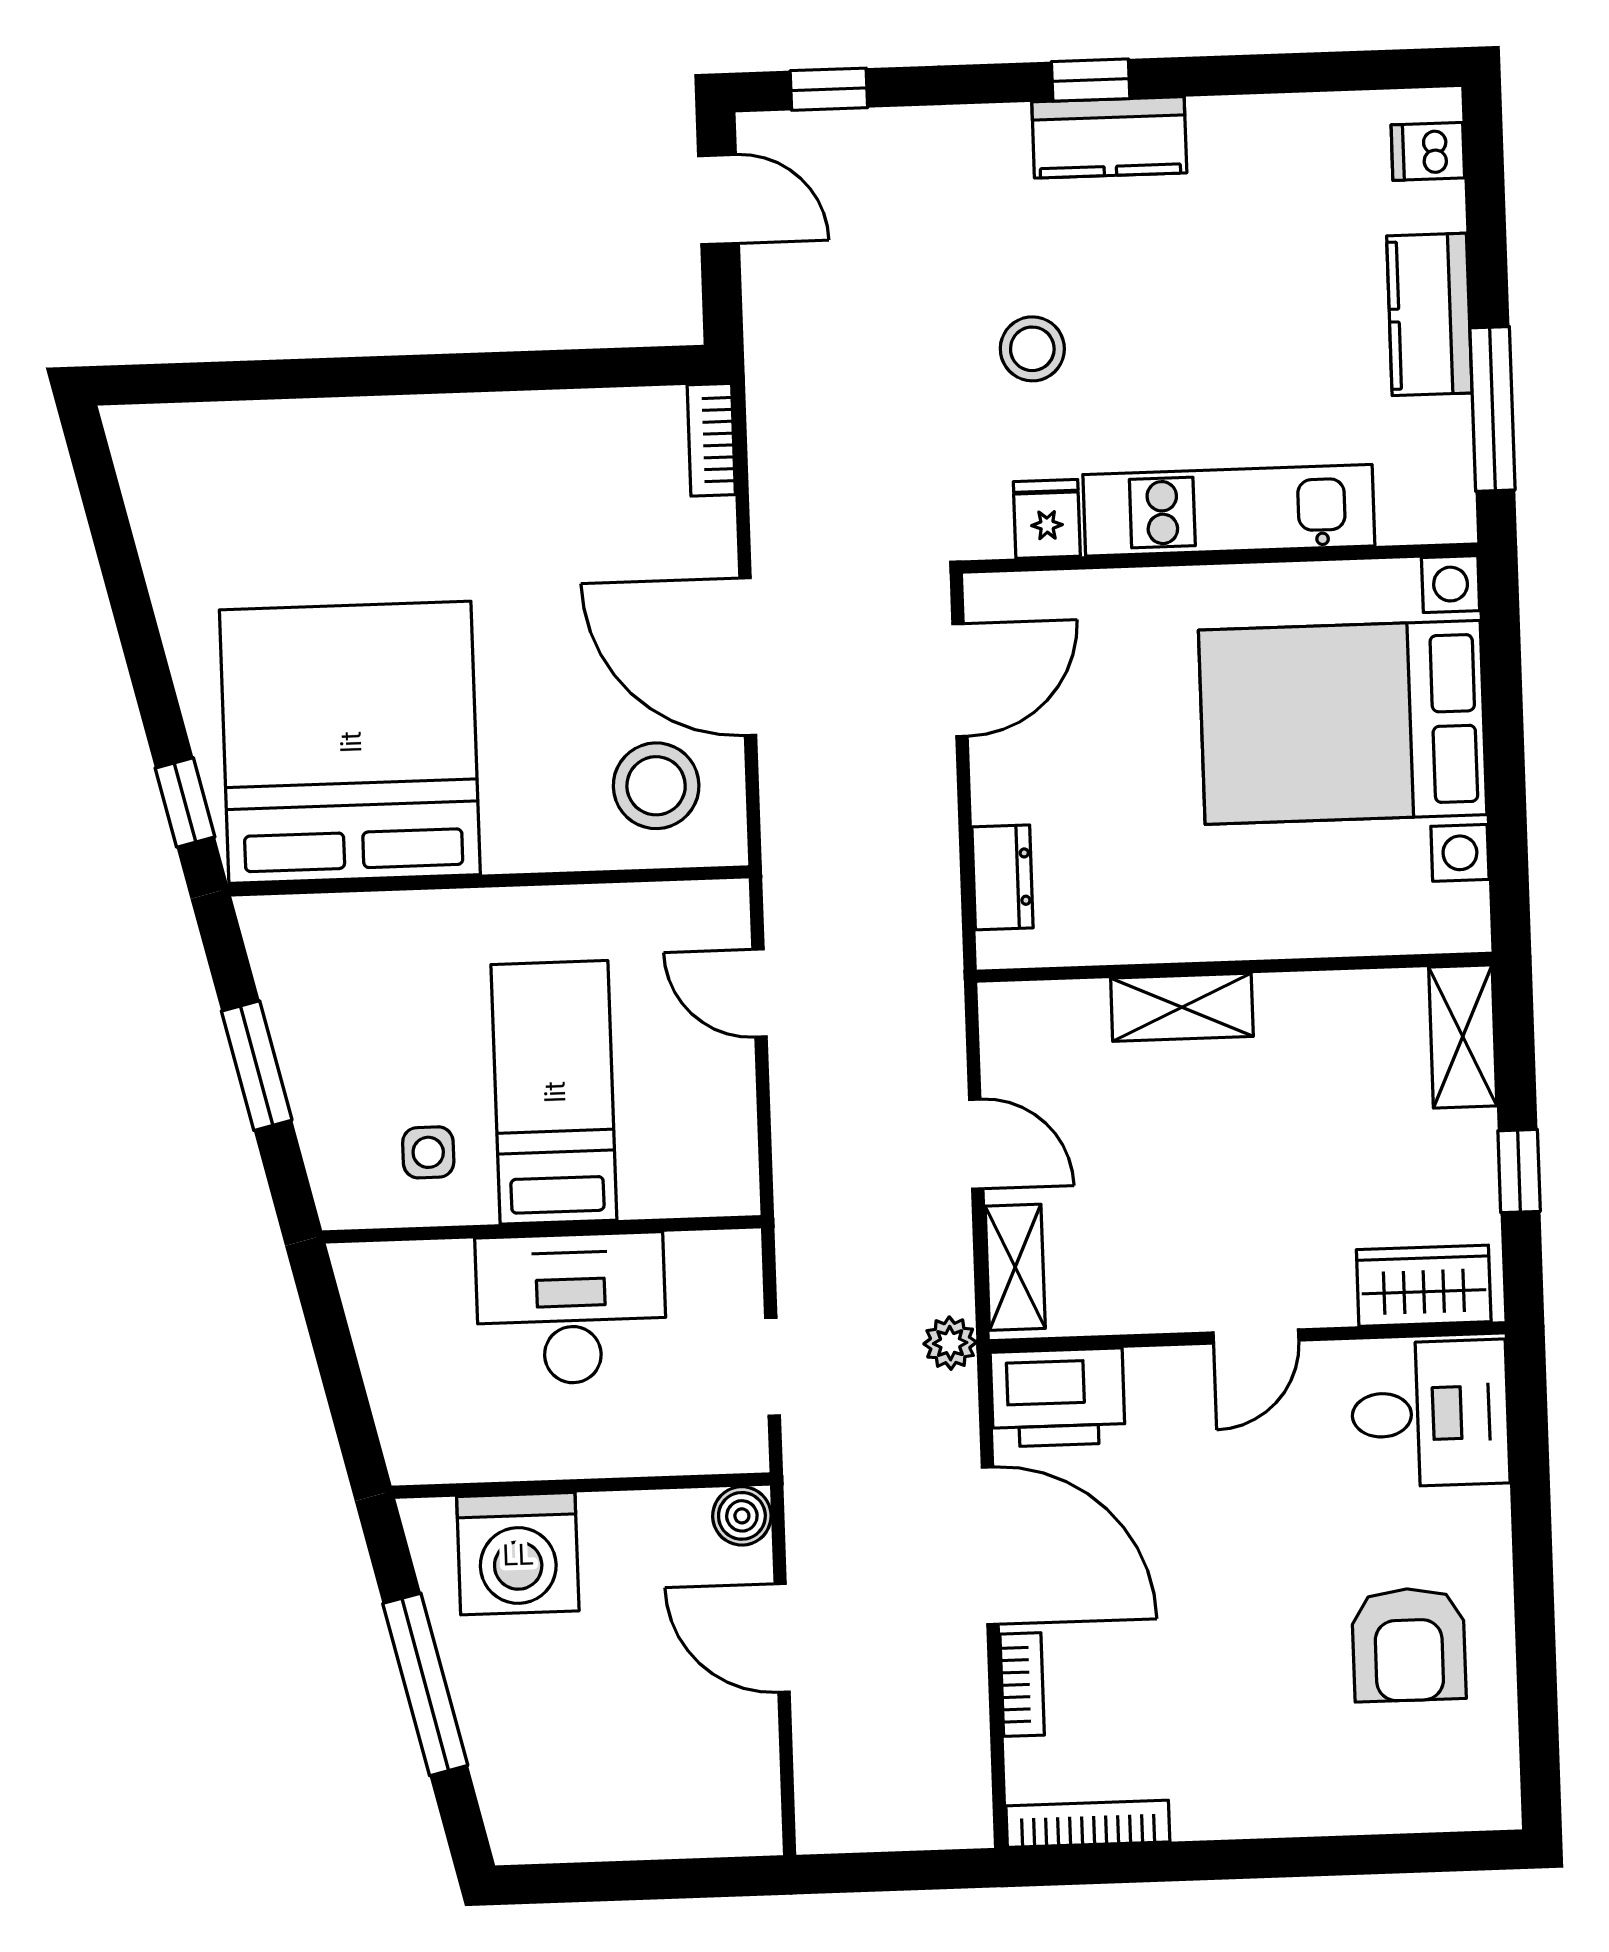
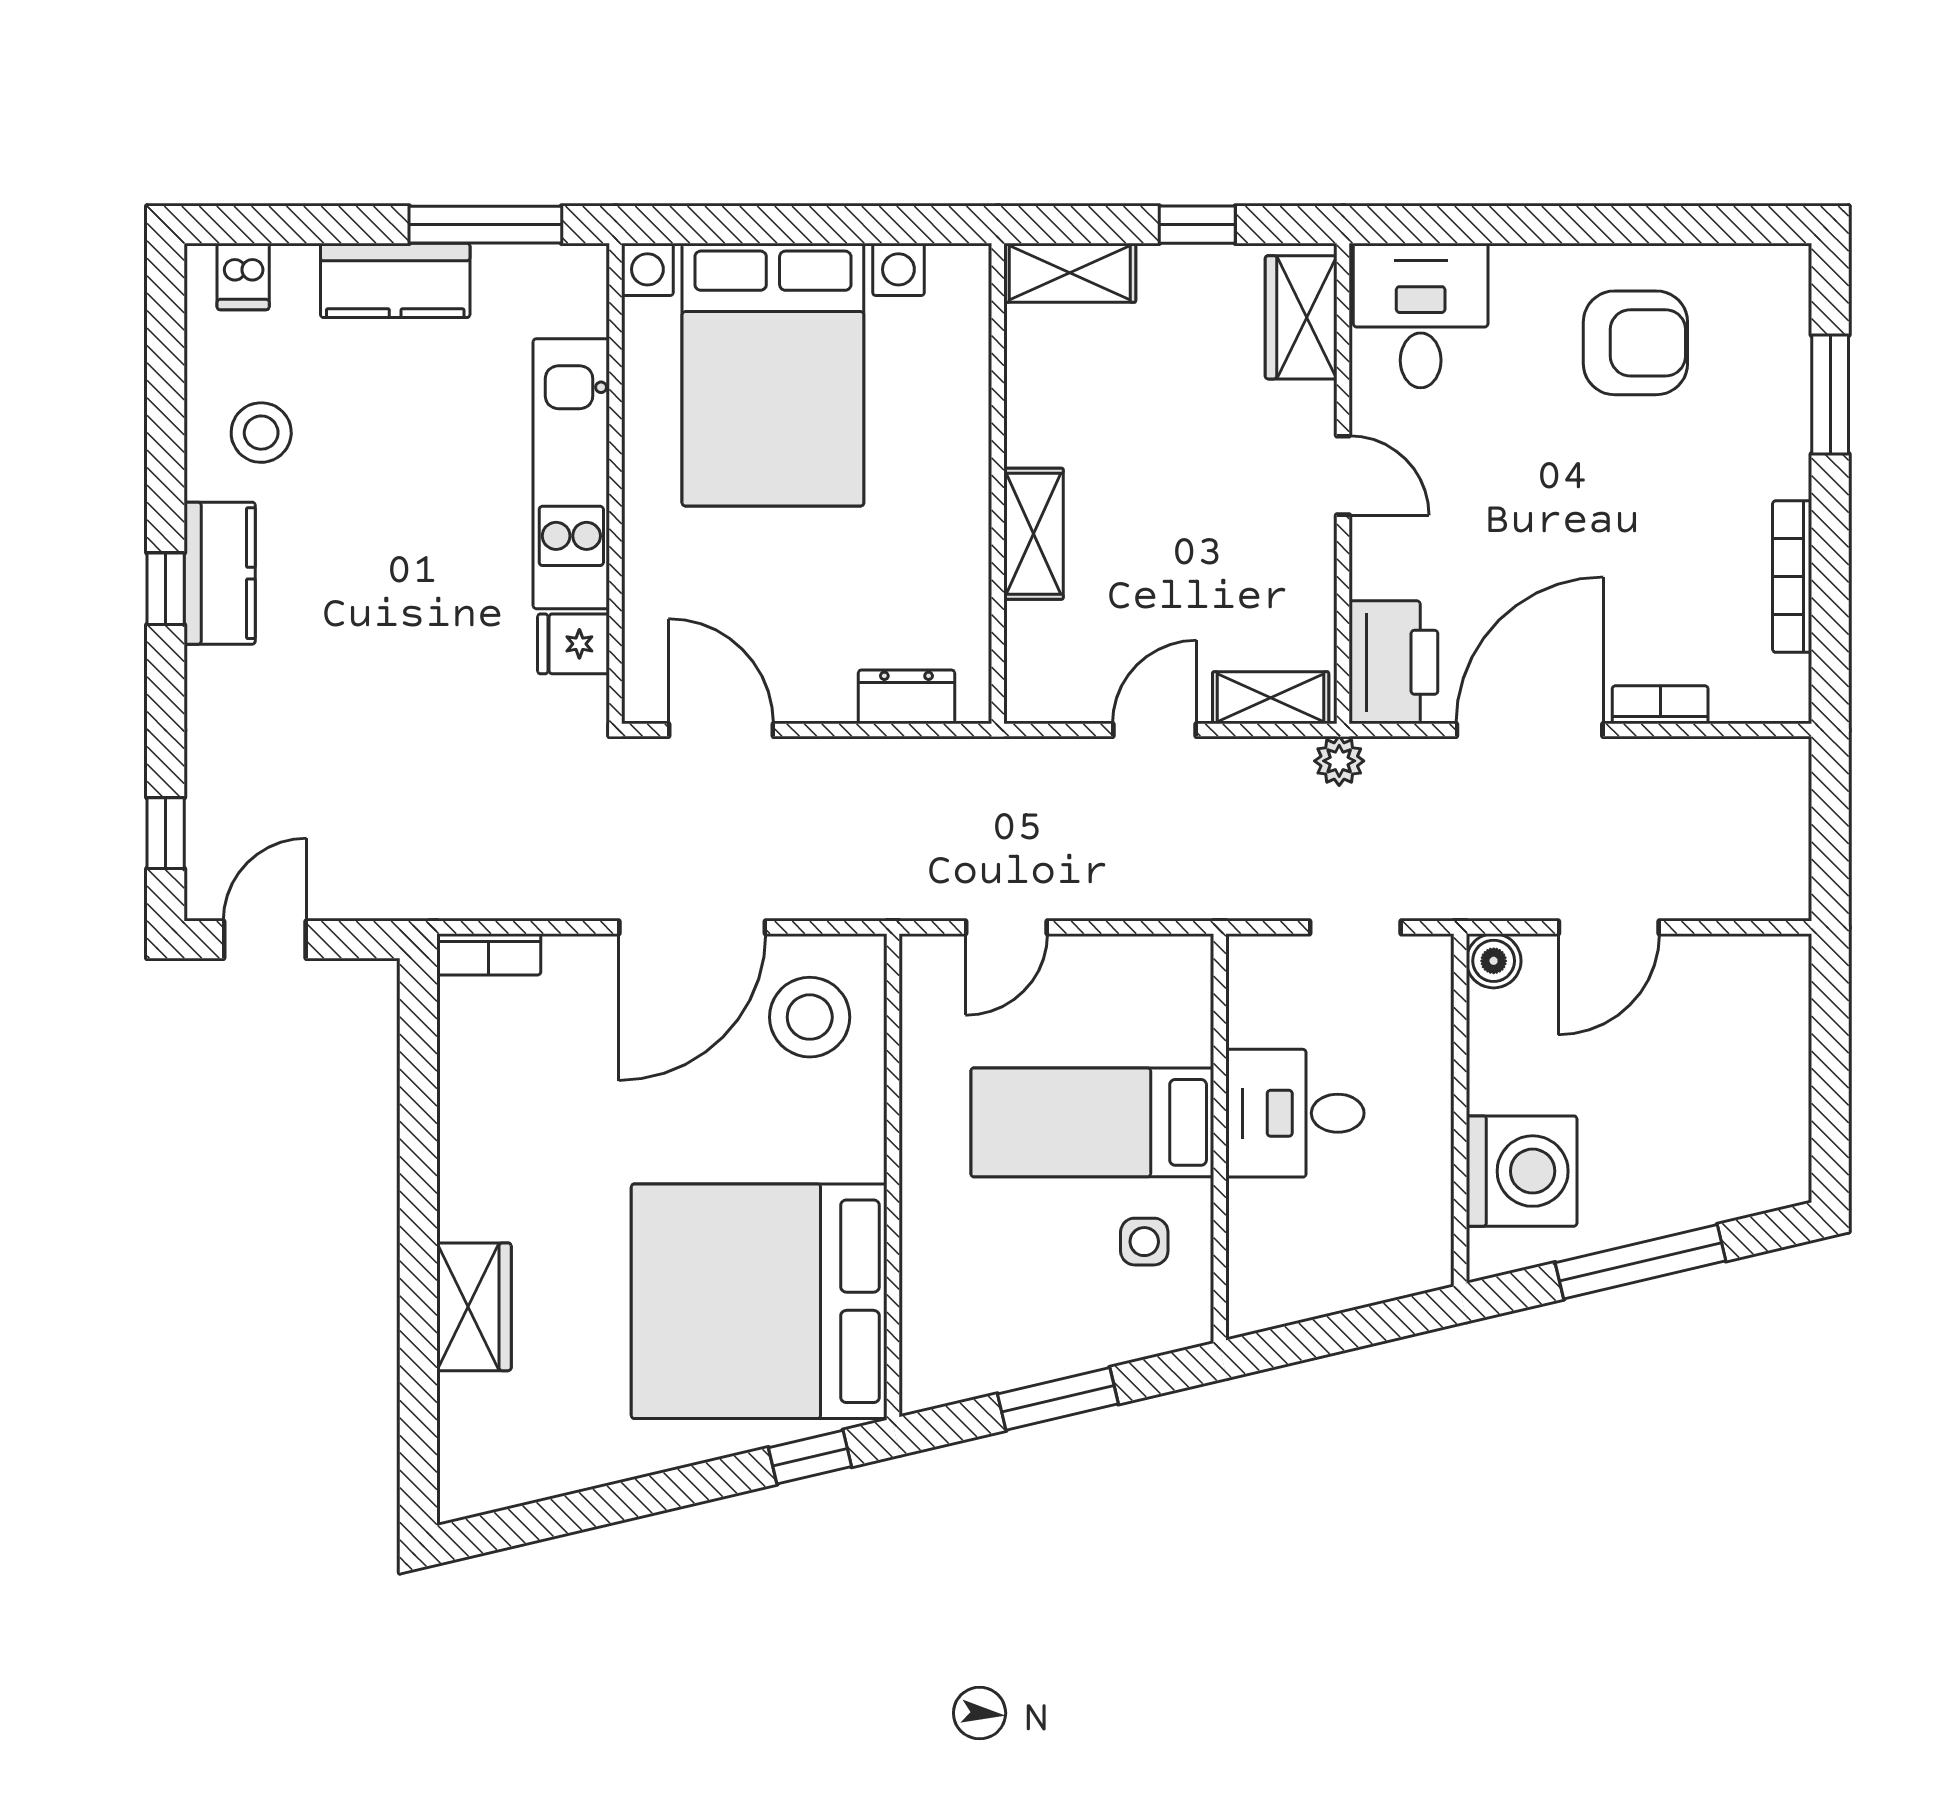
stool: (1032, 349) -> (261, 433), moved
wardrobe: (333, 437) -> (474, 1307), added
desk: (571, 1309) -> (1295, 1113), width x0.73
bookcase: (1088, 1824) -> (1792, 577), moved
window: (1361, 1855) -> (1830, 394), added

